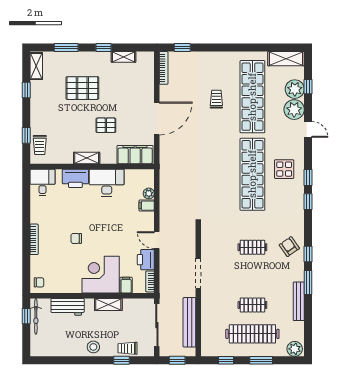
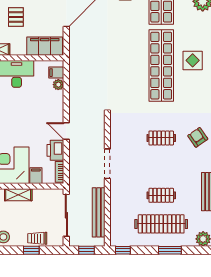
pallet: (106, 125) -> (16, 17), turned 90
filing cabinet: (147, 206) -> (56, 73), moved
window: (226, 360) -> (123, 250), moved

